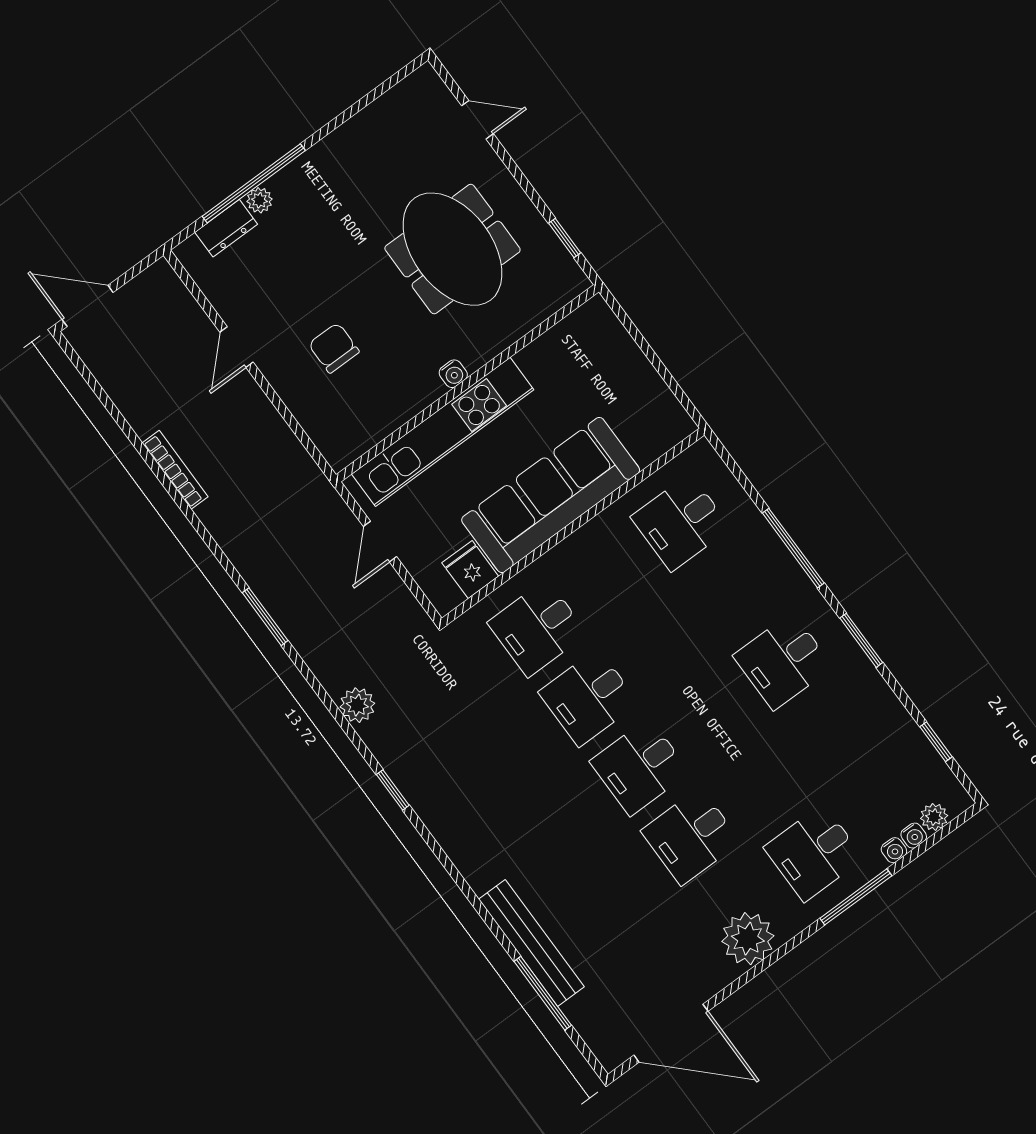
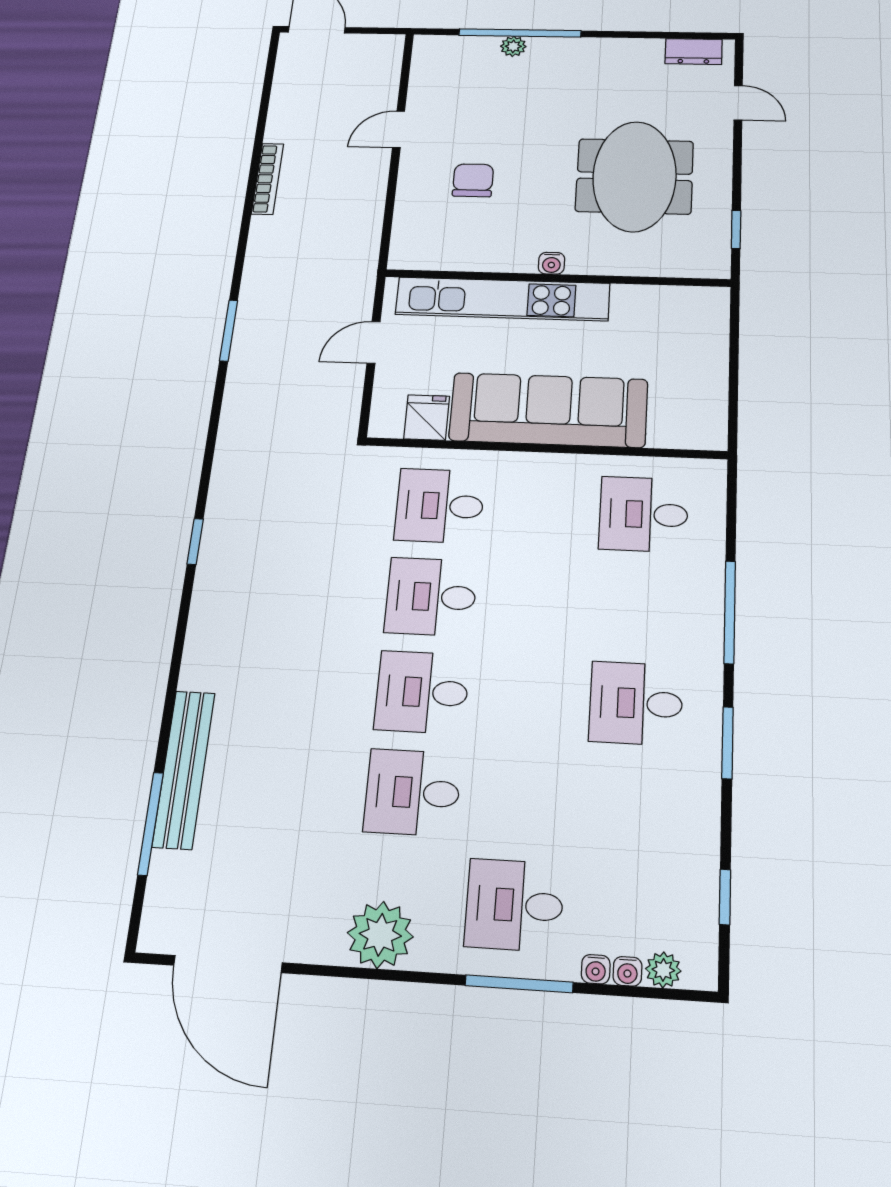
dresser: (226, 228) -> (694, 51), moved
plant: (357, 705) -> (233, 452), removed

